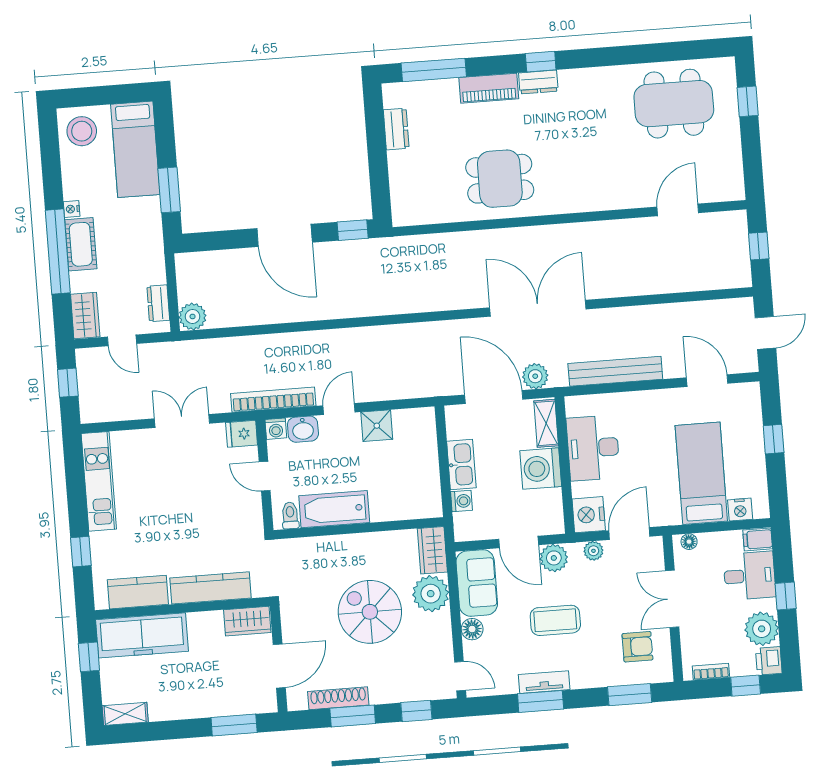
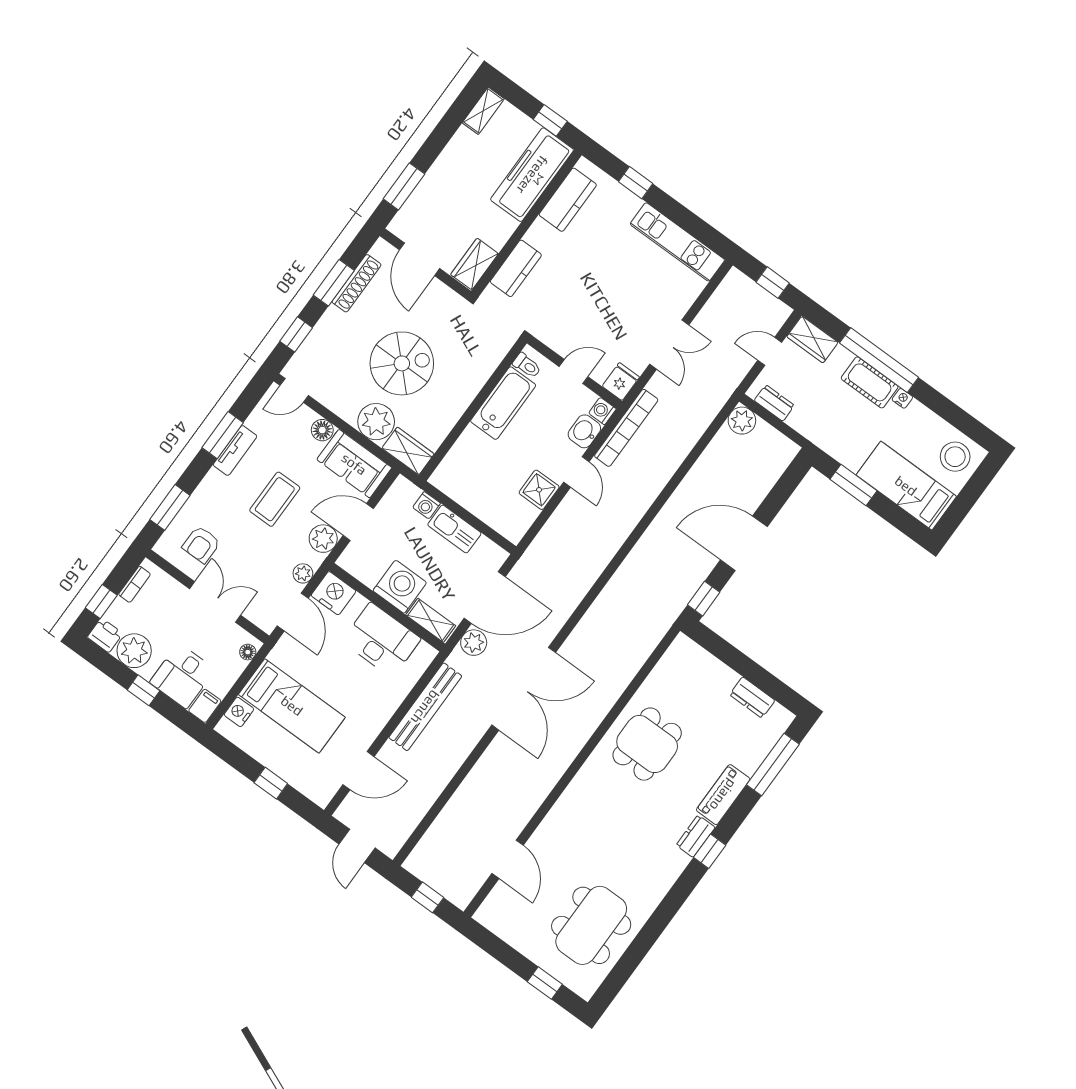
kitchen counter: (210, 588) -> (516, 268), width x0.67

